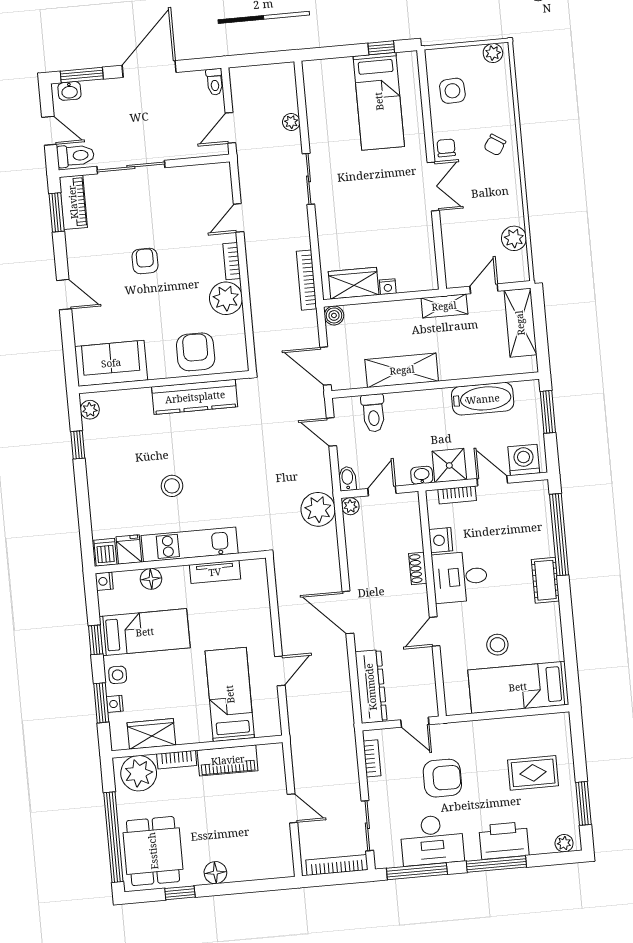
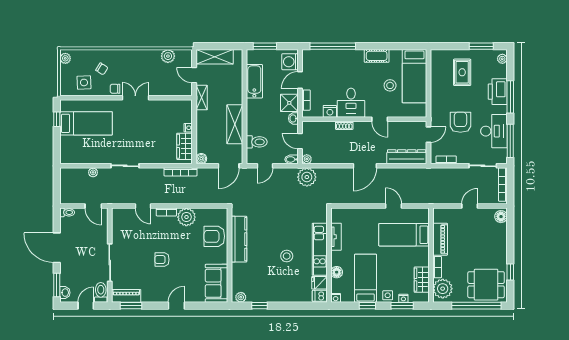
chair: (495, 145) -> (102, 69), moved
cot: (545, 580) -> (377, 56), moved
floor lamp: (215, 873) -> (501, 217), moved

